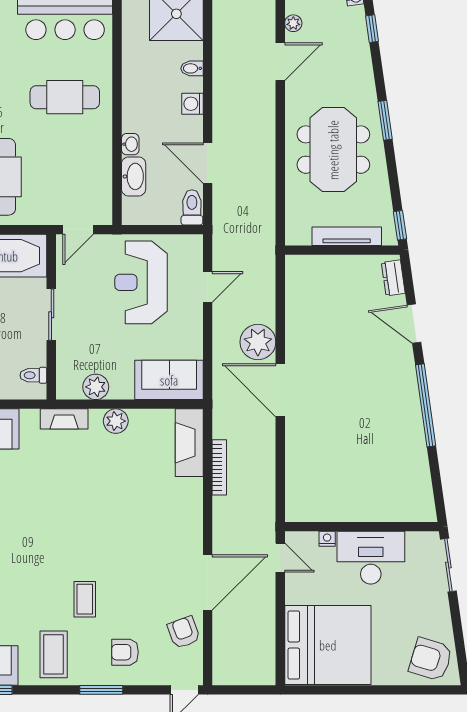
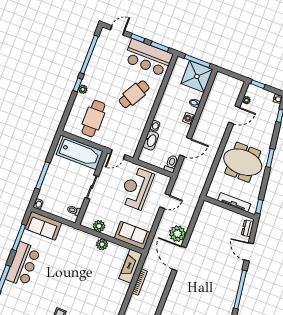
cafe table: (65, 97) -> (134, 94), turned -61
meeting table: (333, 150) -> (243, 162), turned 90
door: (208, 163) -> (186, 147), swing flipped
fireplace: (64, 419) -> (80, 235), removed

